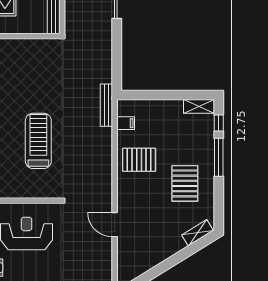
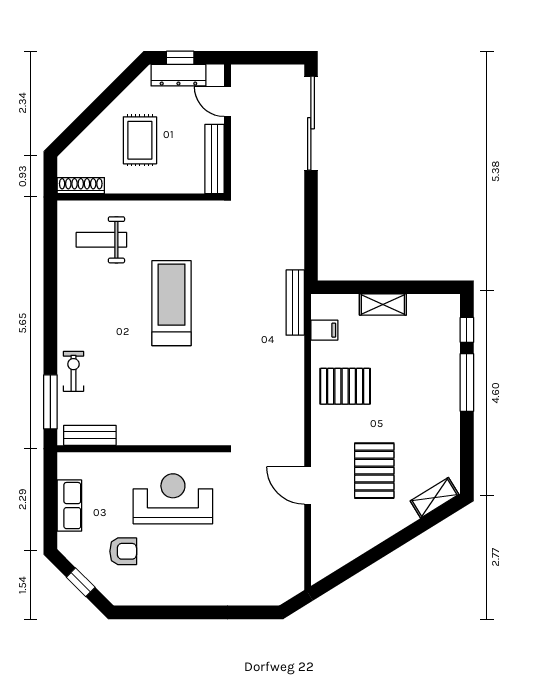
shelving: (199, 106) -> (383, 304), moved
treadmill: (38, 141) -> (171, 303), moved
pallet: (185, 183) -> (374, 471), moved

